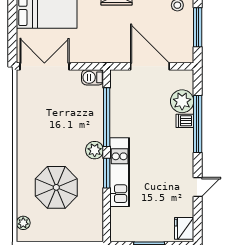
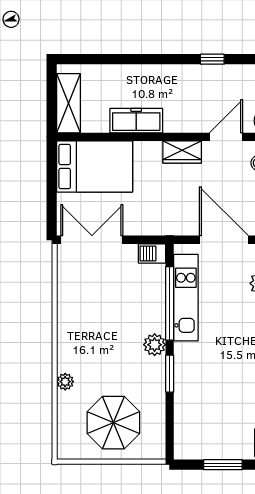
kitchen unit: (120, 172) -> (186, 298), moved
parasol: (56, 187) -> (113, 423), moved
plant: (23, 223) -> (65, 382), moved

